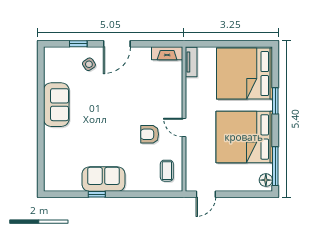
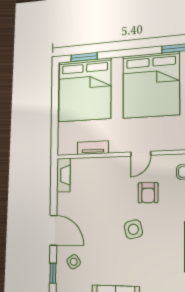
tv unit: (191, 62) -> (93, 148), moved
window: (275, 101) -> (84, 57), moved
side table: (118, 121) -> (133, 229), added

